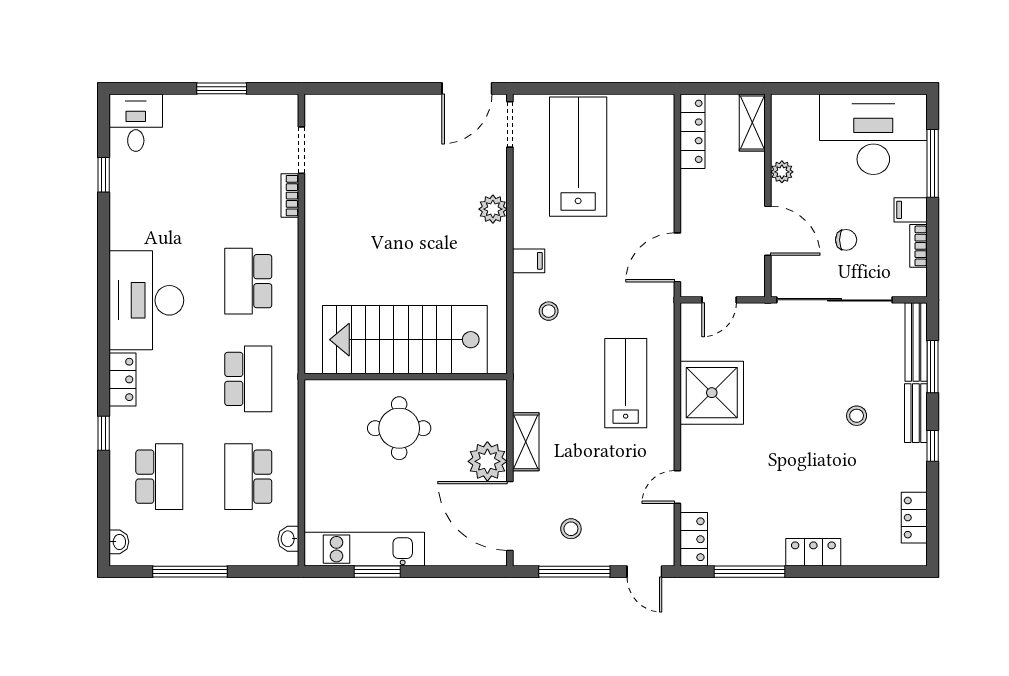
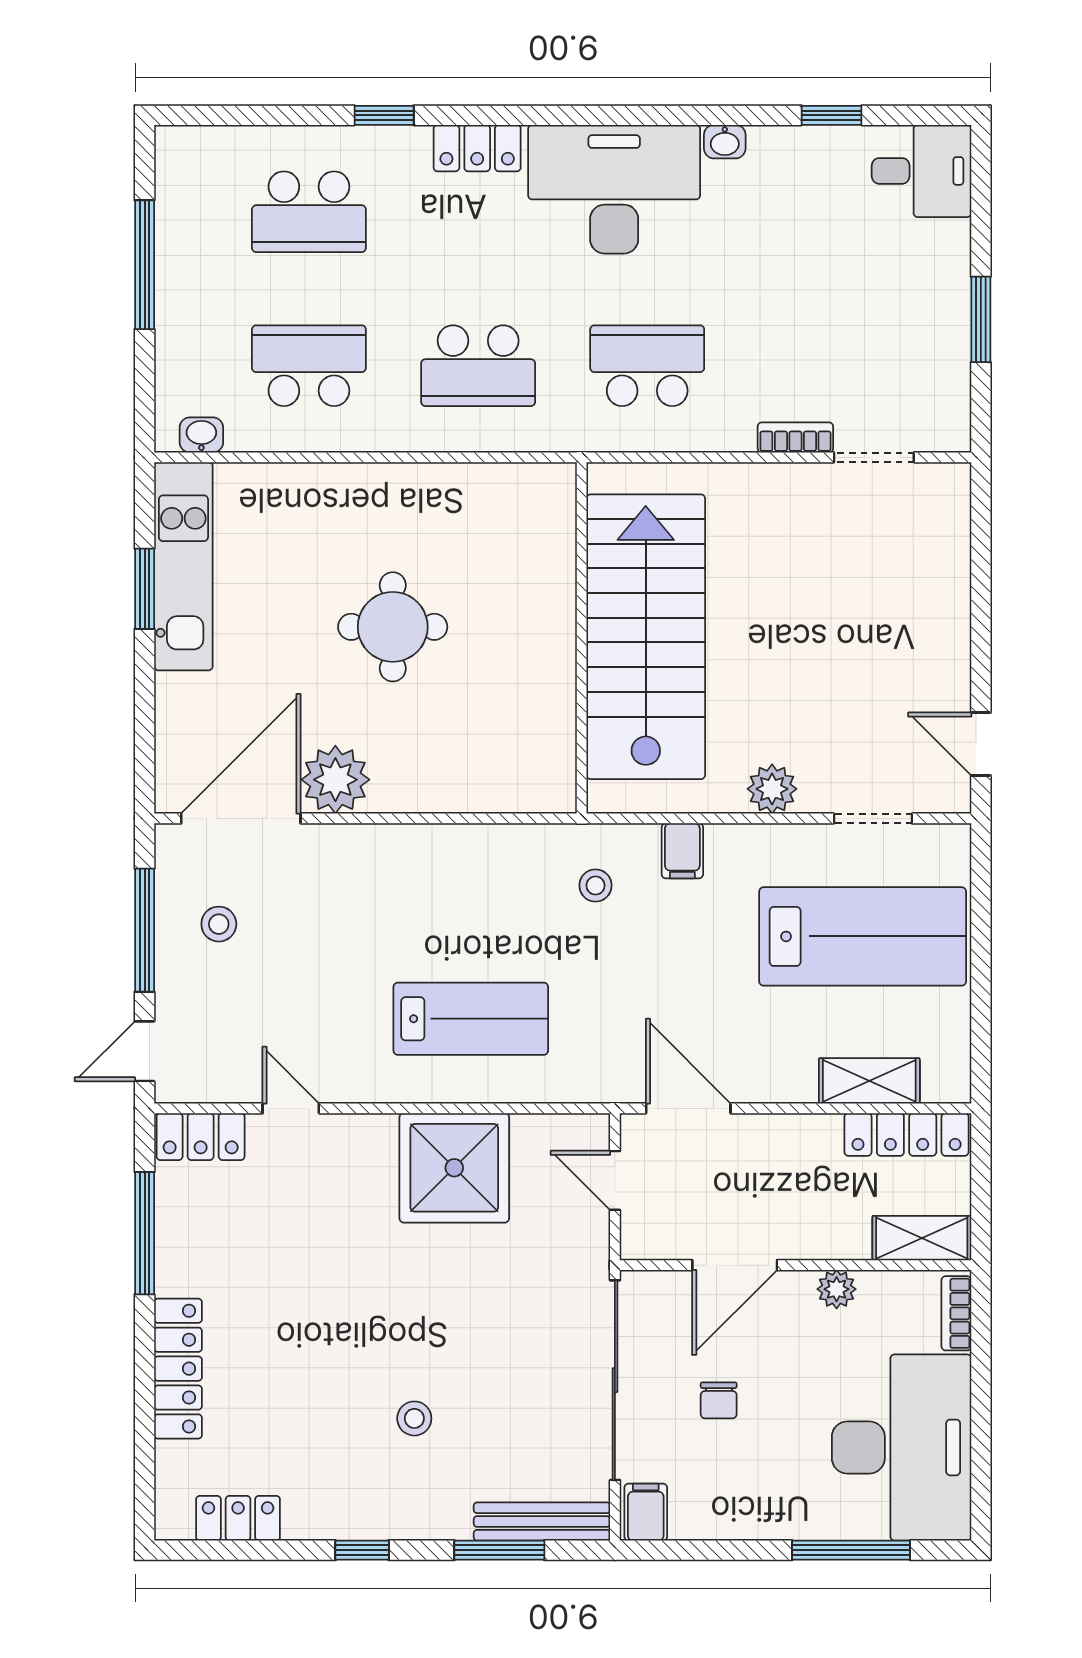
door: (467, 88) -> (981, 744), width x0.73
doorway: (510, 124) -> (873, 818), moved
filing cabinet: (911, 210) -> (646, 1512), moved
bookcase: (919, 246) -> (956, 1313), moved, turned -90
stairs: (405, 340) -> (646, 637), moved
wall: (406, 377) -> (582, 638), moved
bench: (916, 413) -> (419, 1521), removed
shelving: (526, 442) -> (869, 1081), moved
washbasin: (119, 542) -> (725, 142), moved
locker: (813, 552) -> (178, 1369), width x1.53

